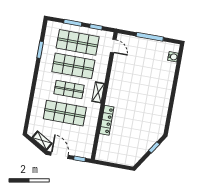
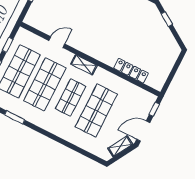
door: (113, 46) -> (57, 42), moved
locker: (107, 120) -> (131, 71), moved

